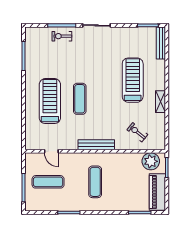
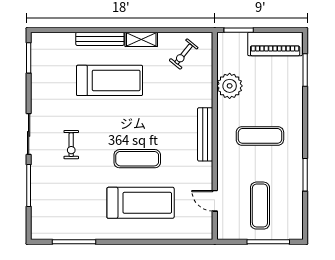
exercise bike: (62, 36) -> (71, 145), moved
bench: (161, 43) -> (100, 39), moved
treadmill: (133, 80) -> (110, 80), turned 180
treadmill: (50, 101) -> (141, 203), turned 180
exercise bike: (137, 132) -> (184, 54), moved
door: (51, 151) -> (215, 201), swing flipped
plant: (151, 161) -> (230, 86), moved

